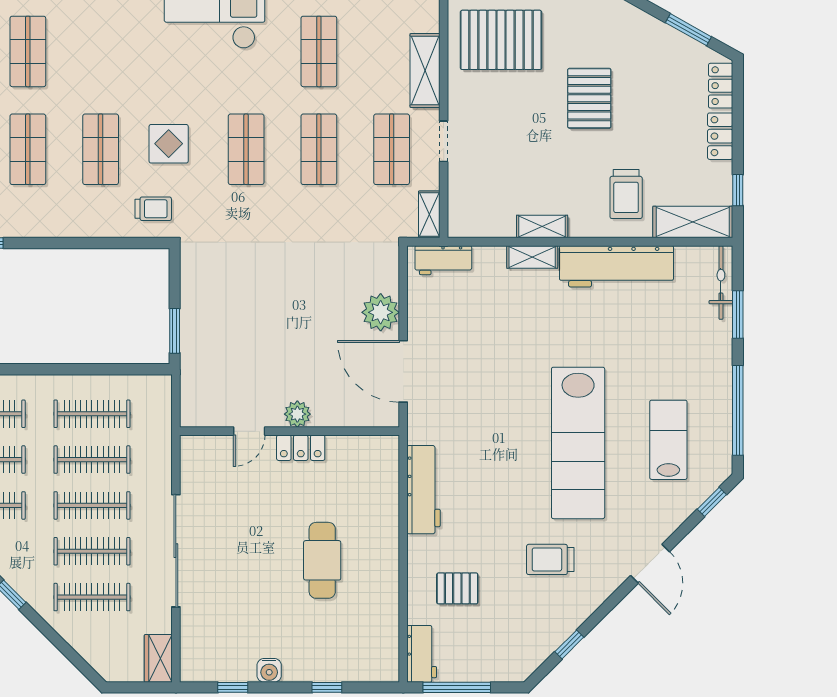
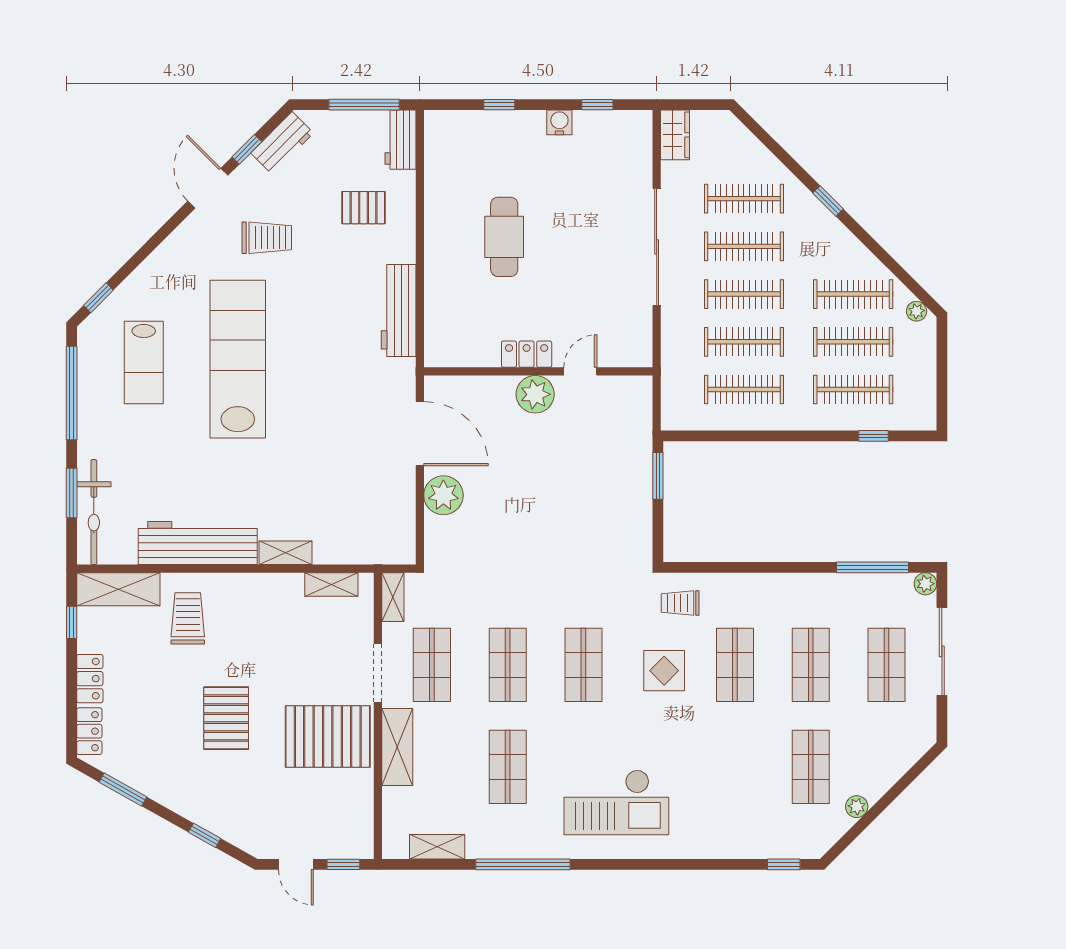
pallet: (501, 40) -> (328, 736), moved
doorway: (444, 141) -> (378, 673), width x1.38
shelving: (542, 227) -> (331, 585), moved
workbench: (443, 260) -> (282, 143), moved, turned 135
bicycle: (721, 283) -> (94, 512), width x1.37, depth x1.40
plant: (297, 414) -> (535, 394), width x1.36, depth x1.36
door: (650, 564) -> (208, 188), moved

